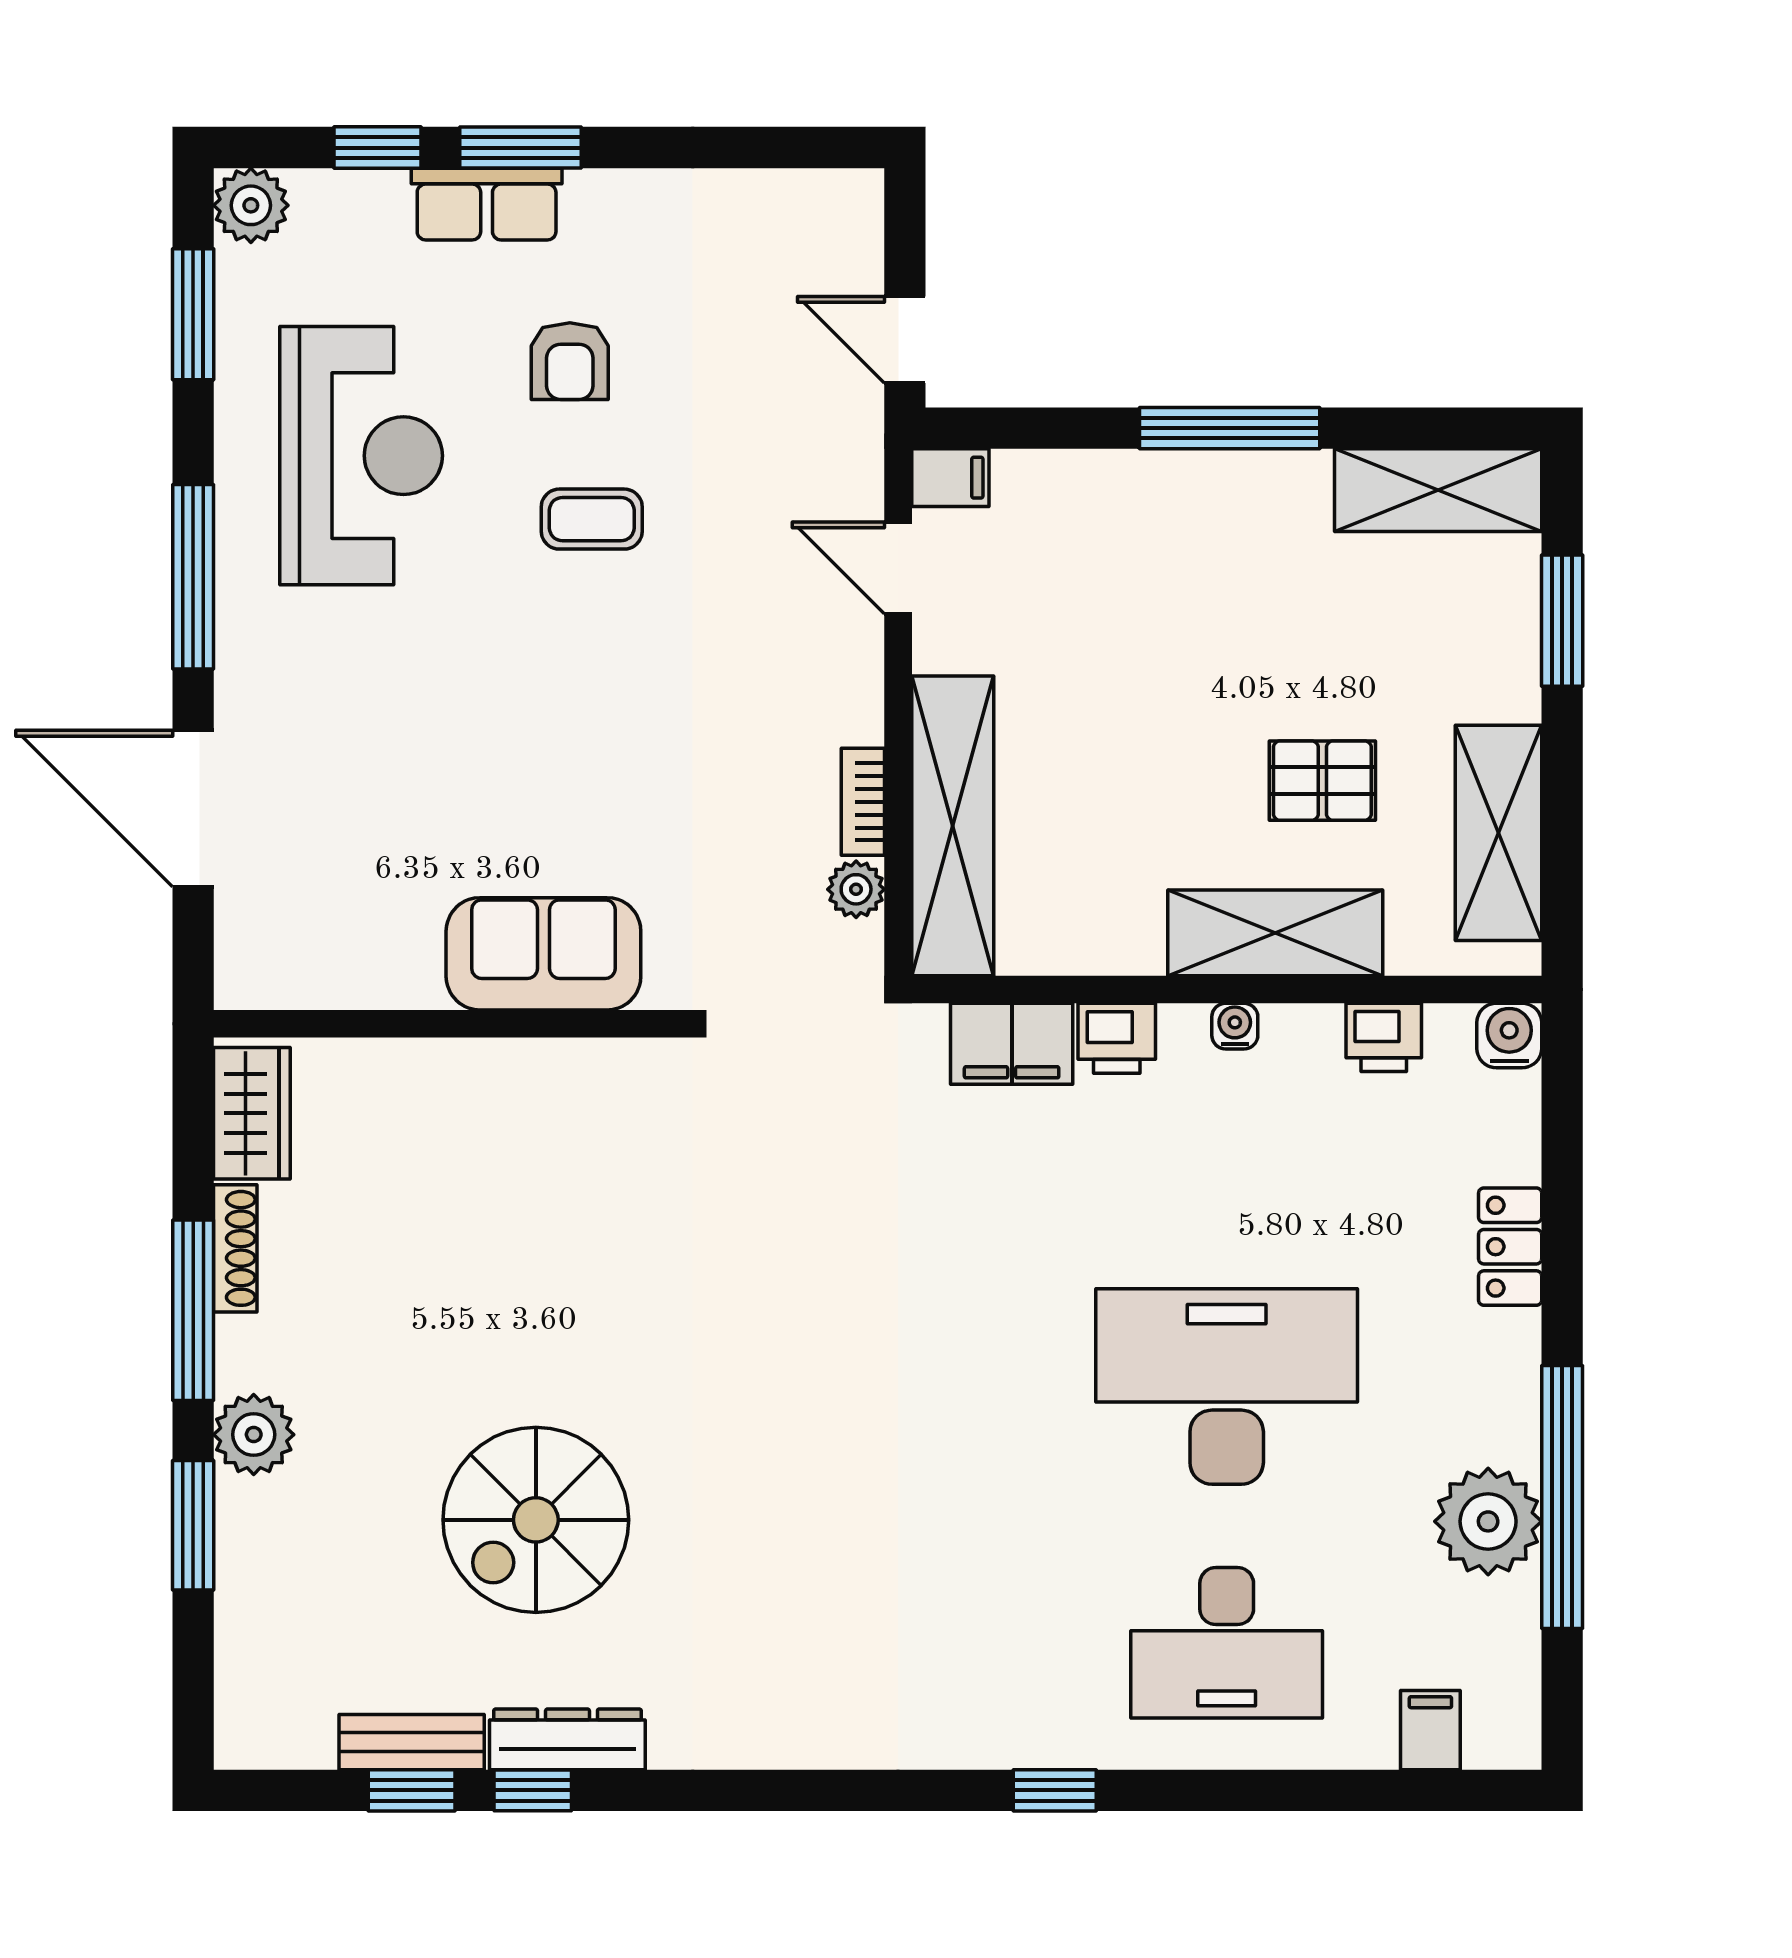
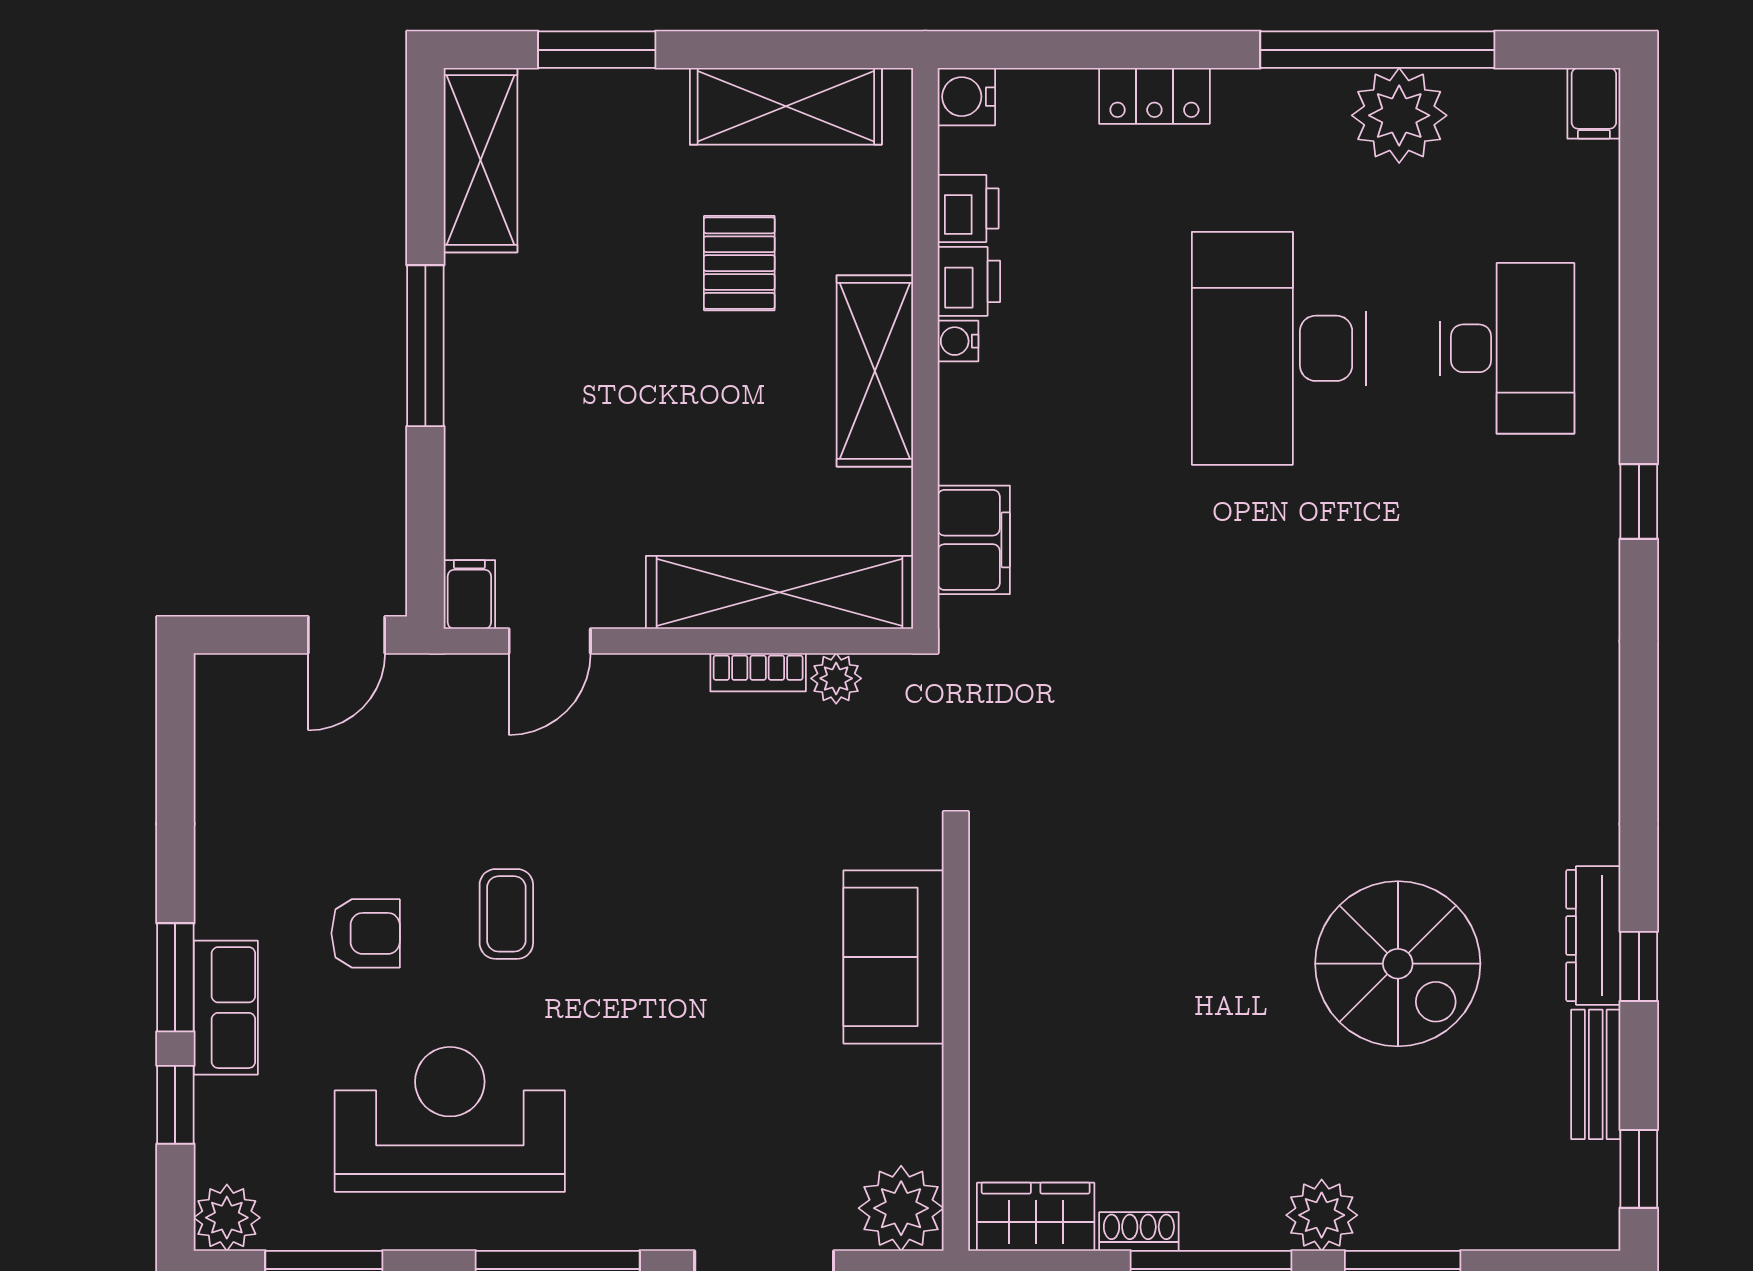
shelving: (1275, 933) -> (875, 371), moved
plant: (261, 962) -> (901, 1208), added
printer: (1117, 1038) -> (969, 281), moved
shoe rack: (235, 1248) -> (1139, 1231), width x0.70
filing cabinet: (1430, 1730) -> (1594, 103), moved, turned -90
window: (412, 1790) -> (1639, 1169), moved

